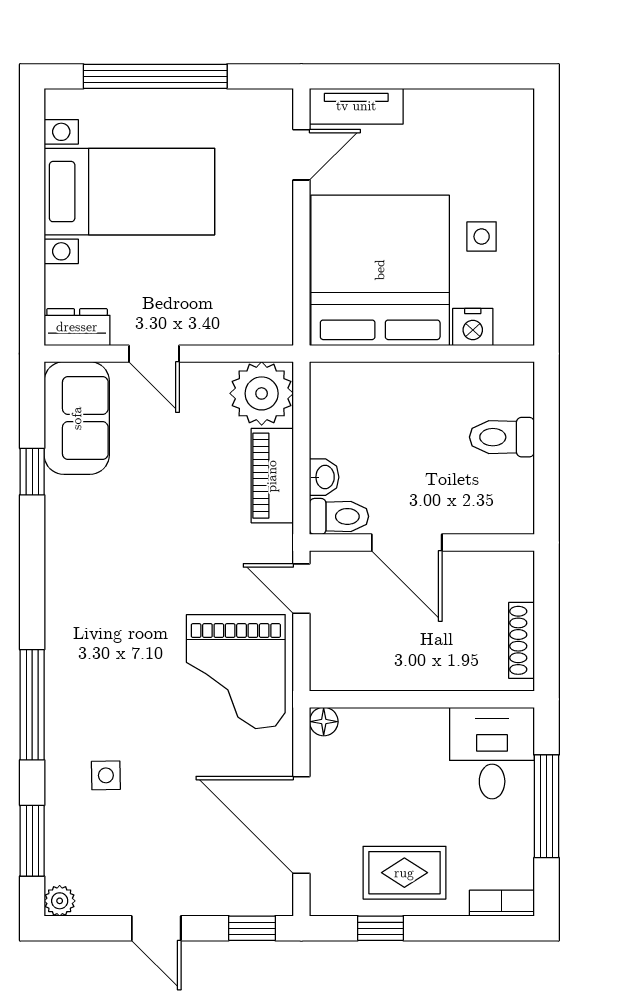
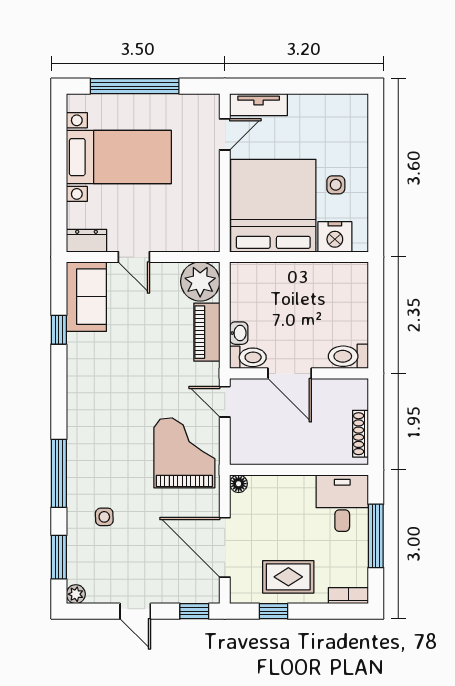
nightstand: (473, 327) -> (335, 237), width x1.36, depth x1.33
toilet: (502, 437) -> (348, 356), moved
grand piano: (236, 672) -> (184, 453), turned 180

